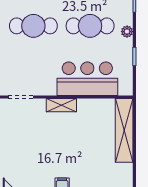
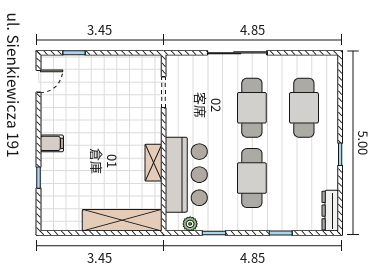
plant: (127, 32) -> (190, 224), moved
shelving: (61, 105) -> (153, 163), moved

